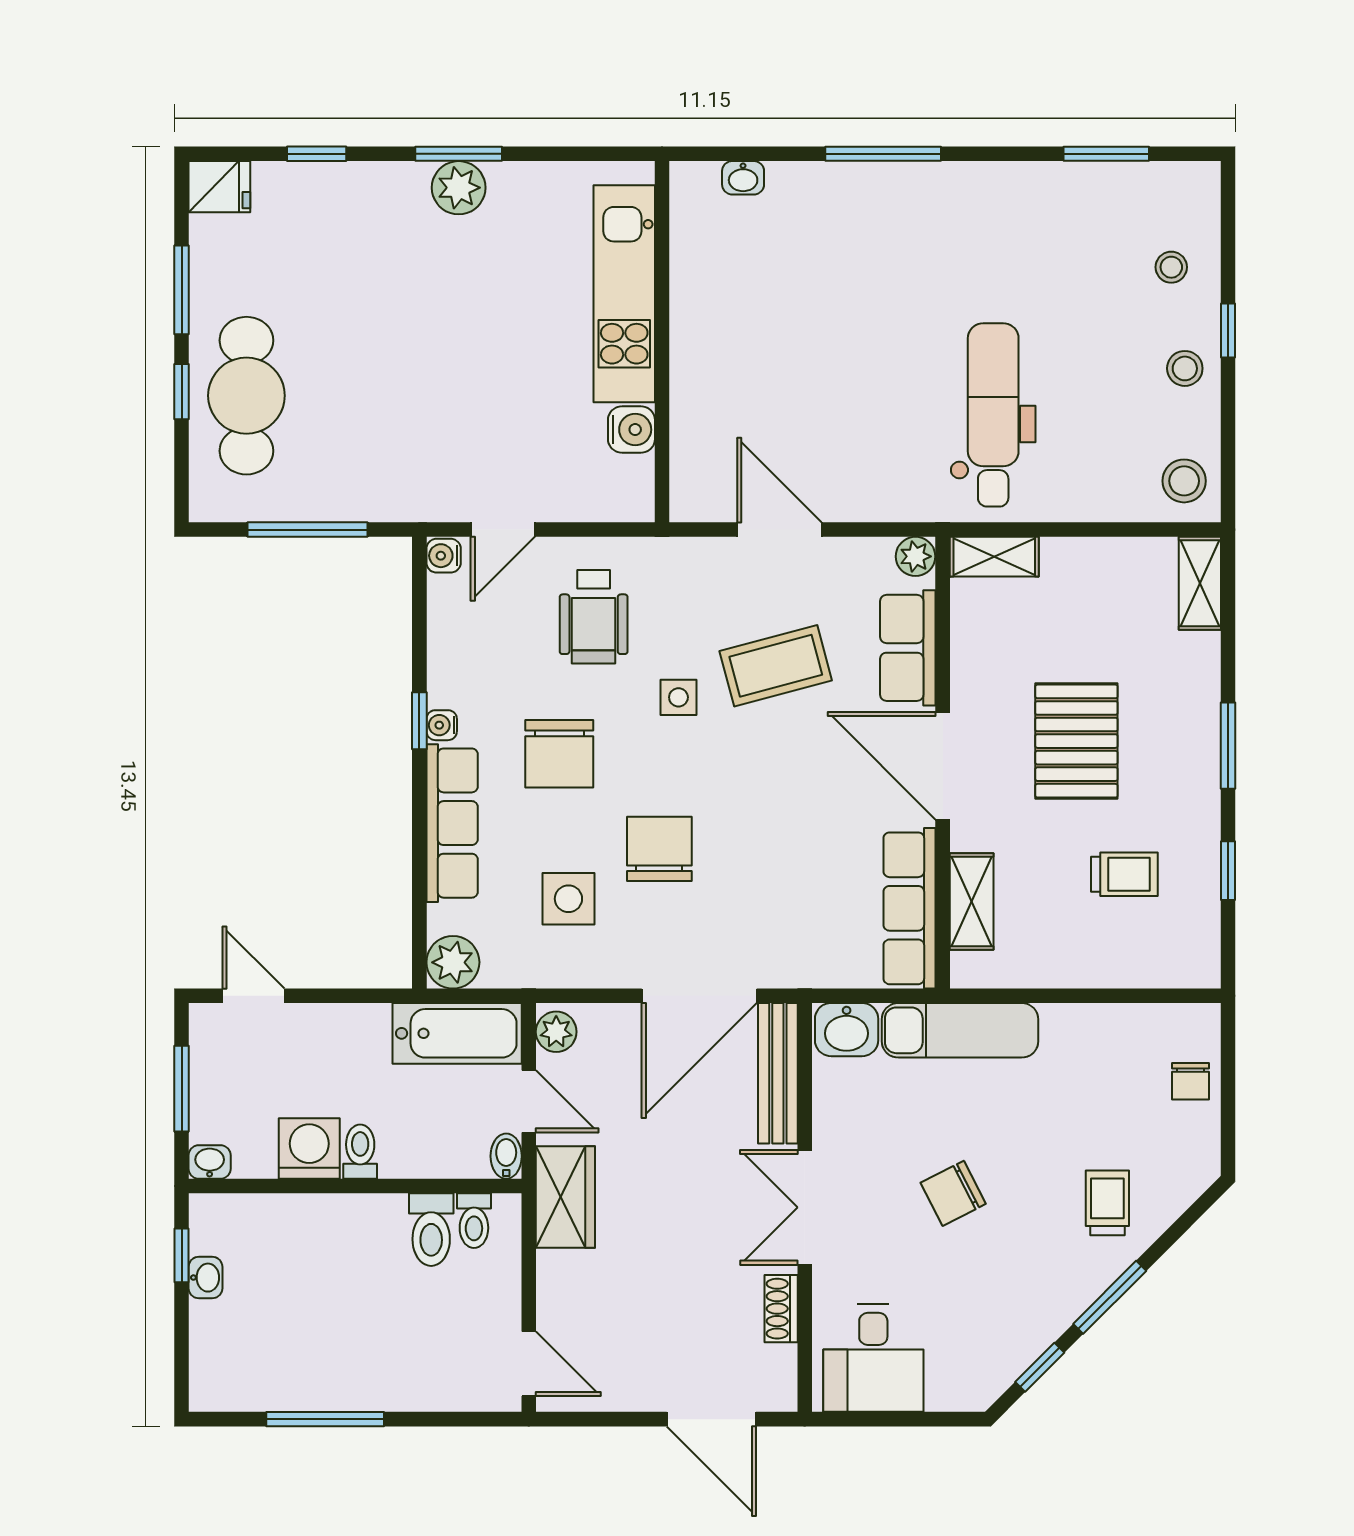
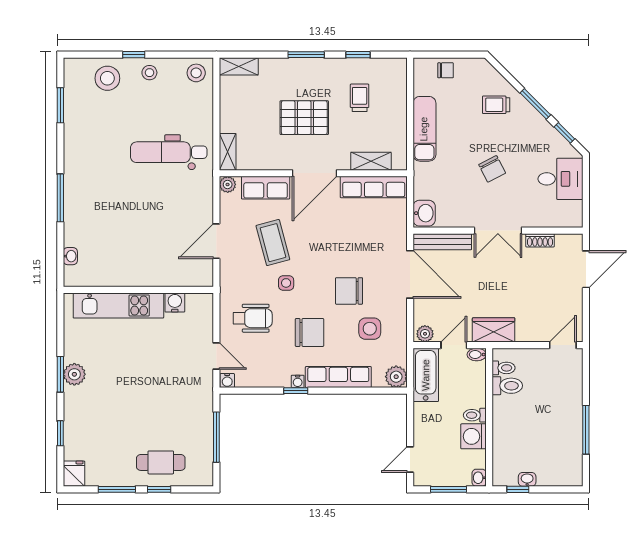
stool: (1171, 267) -> (107, 78), width x1.89, depth x1.89
cafe table: (246, 396) -> (161, 462), width x0.73, depth x0.74
exam couch: (960, 1030) -> (424, 129), moved
desk: (873, 1358) -> (561, 179), moved

